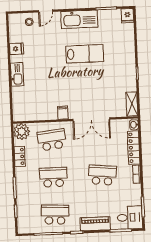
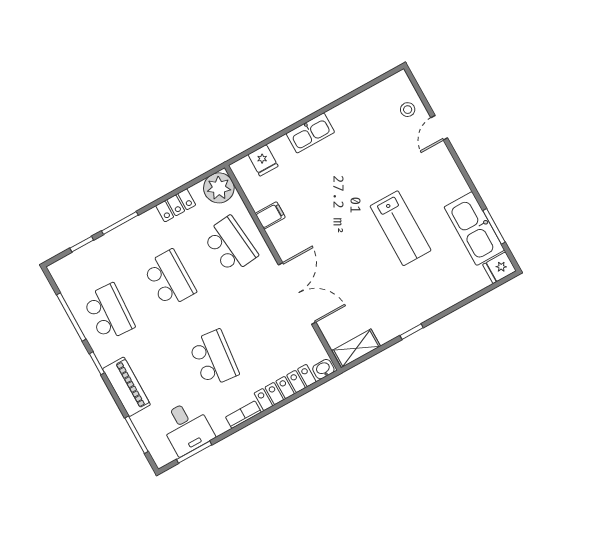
door: (46, 11) -> (439, 128), hinge flipped
kitchen sink: (79, 19) -> (474, 229), moved
fridge: (17, 49) -> (263, 160), moved
filing cabinet: (63, 113) -> (270, 215), moved
double door: (91, 119) -> (297, 294), swing flipped
desk: (130, 218) -> (187, 428), moved

